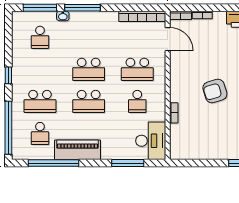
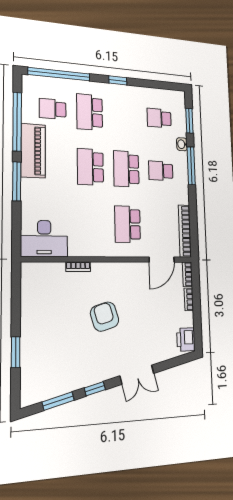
window: (40, 8) -> (189, 121), width x0.69
school desk: (137, 101) -> (161, 171), moved
window: (128, 163) -> (17, 181), moved

